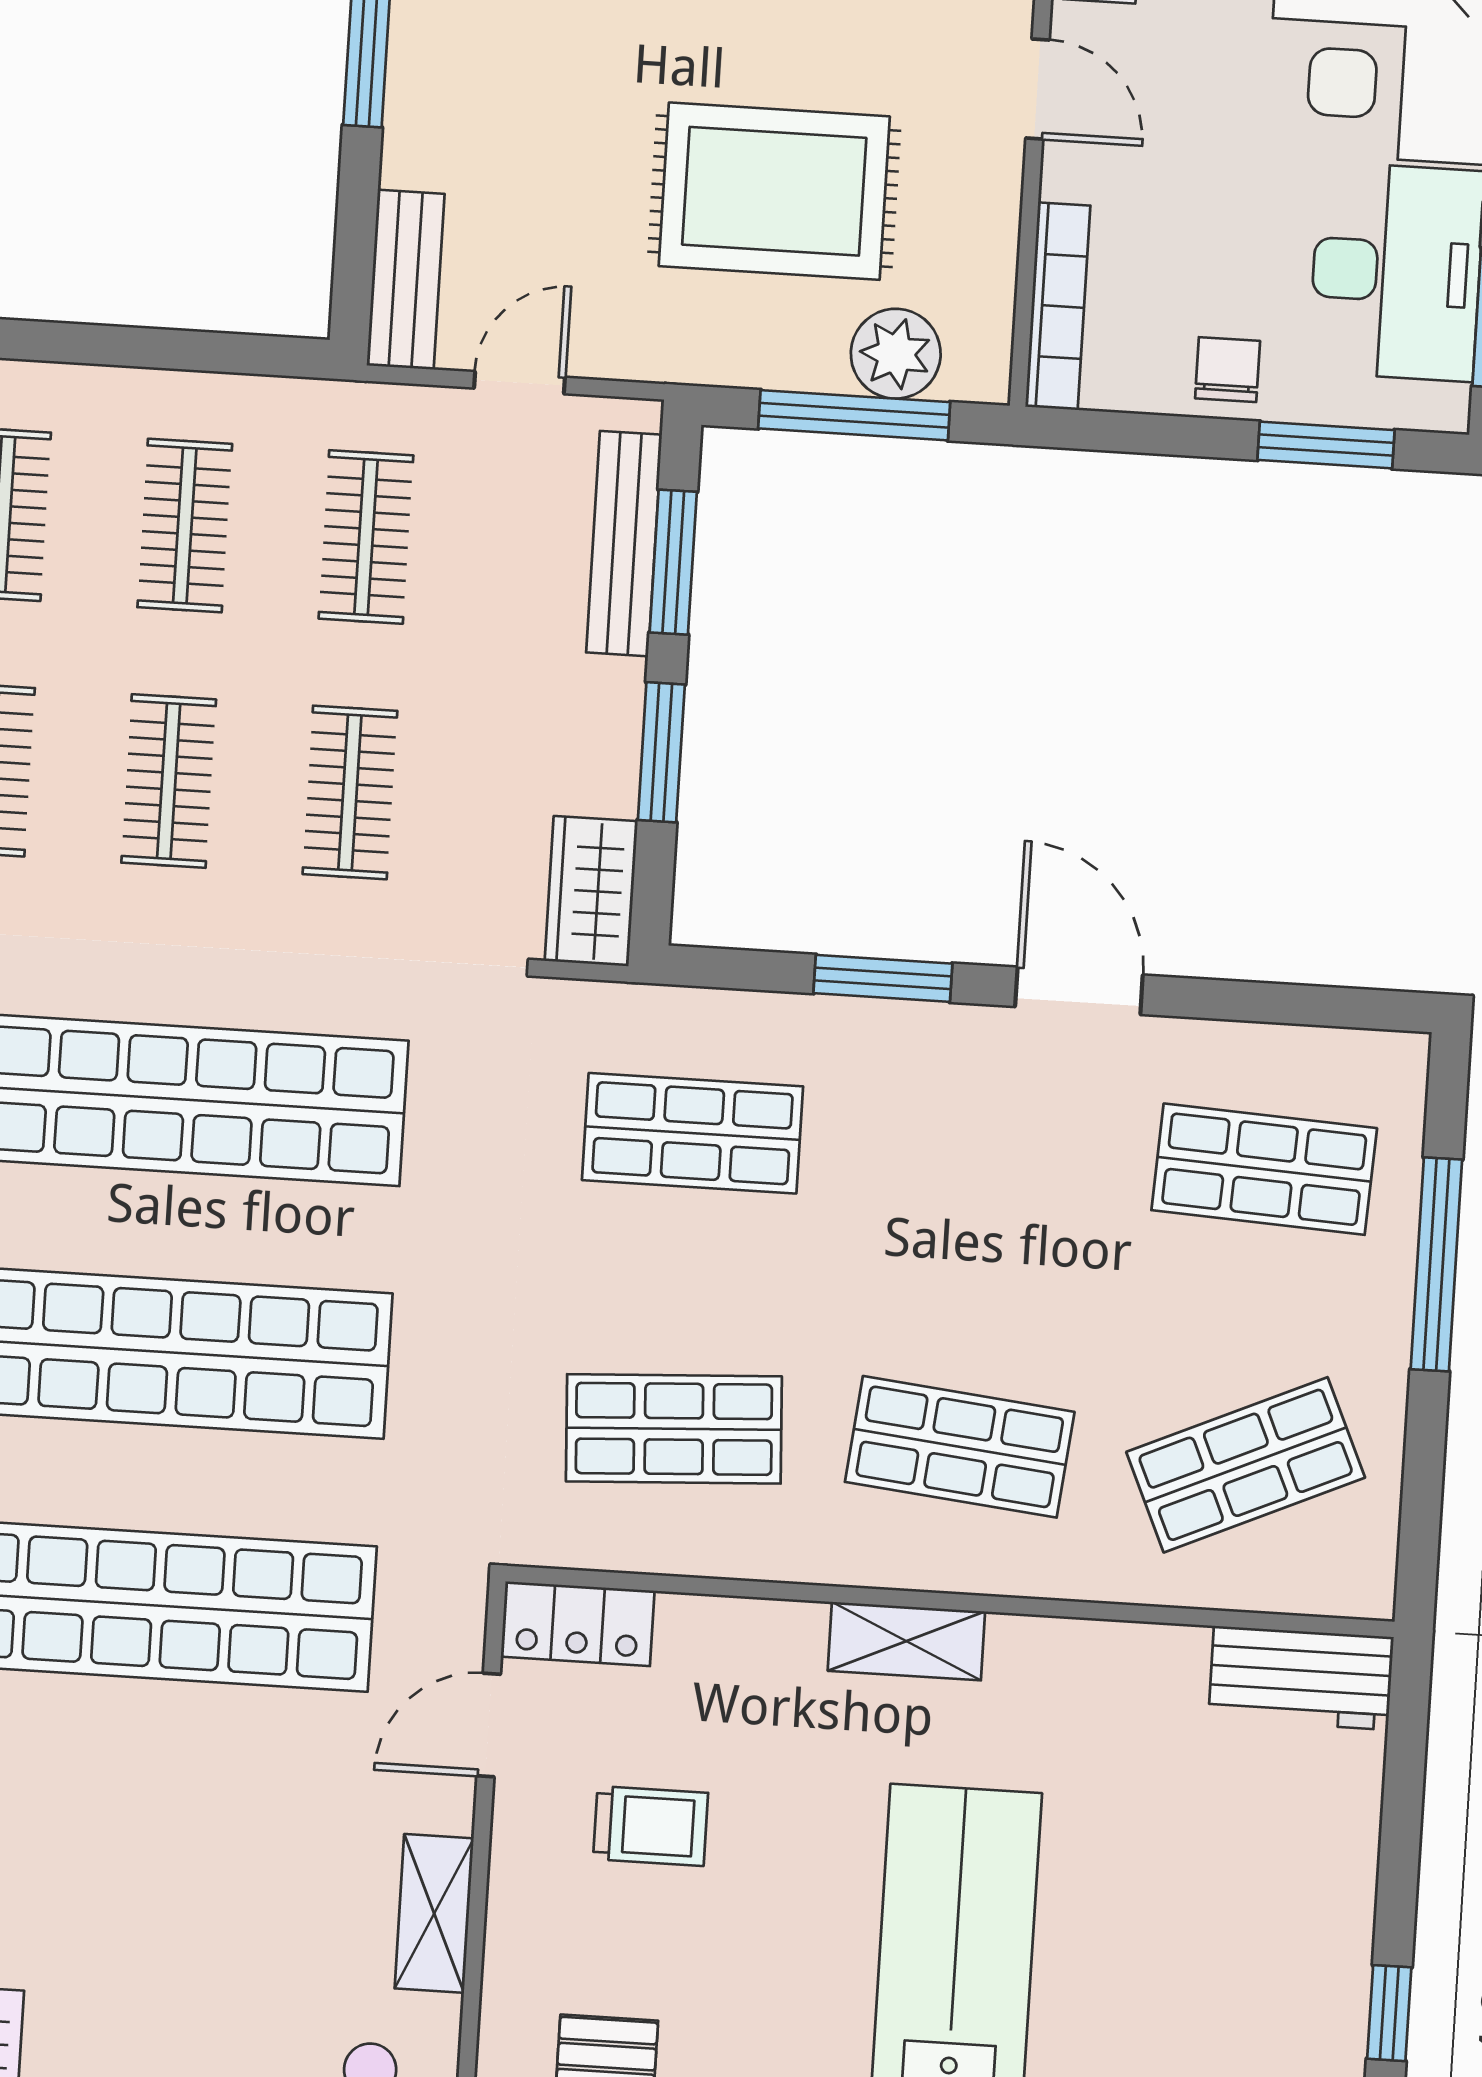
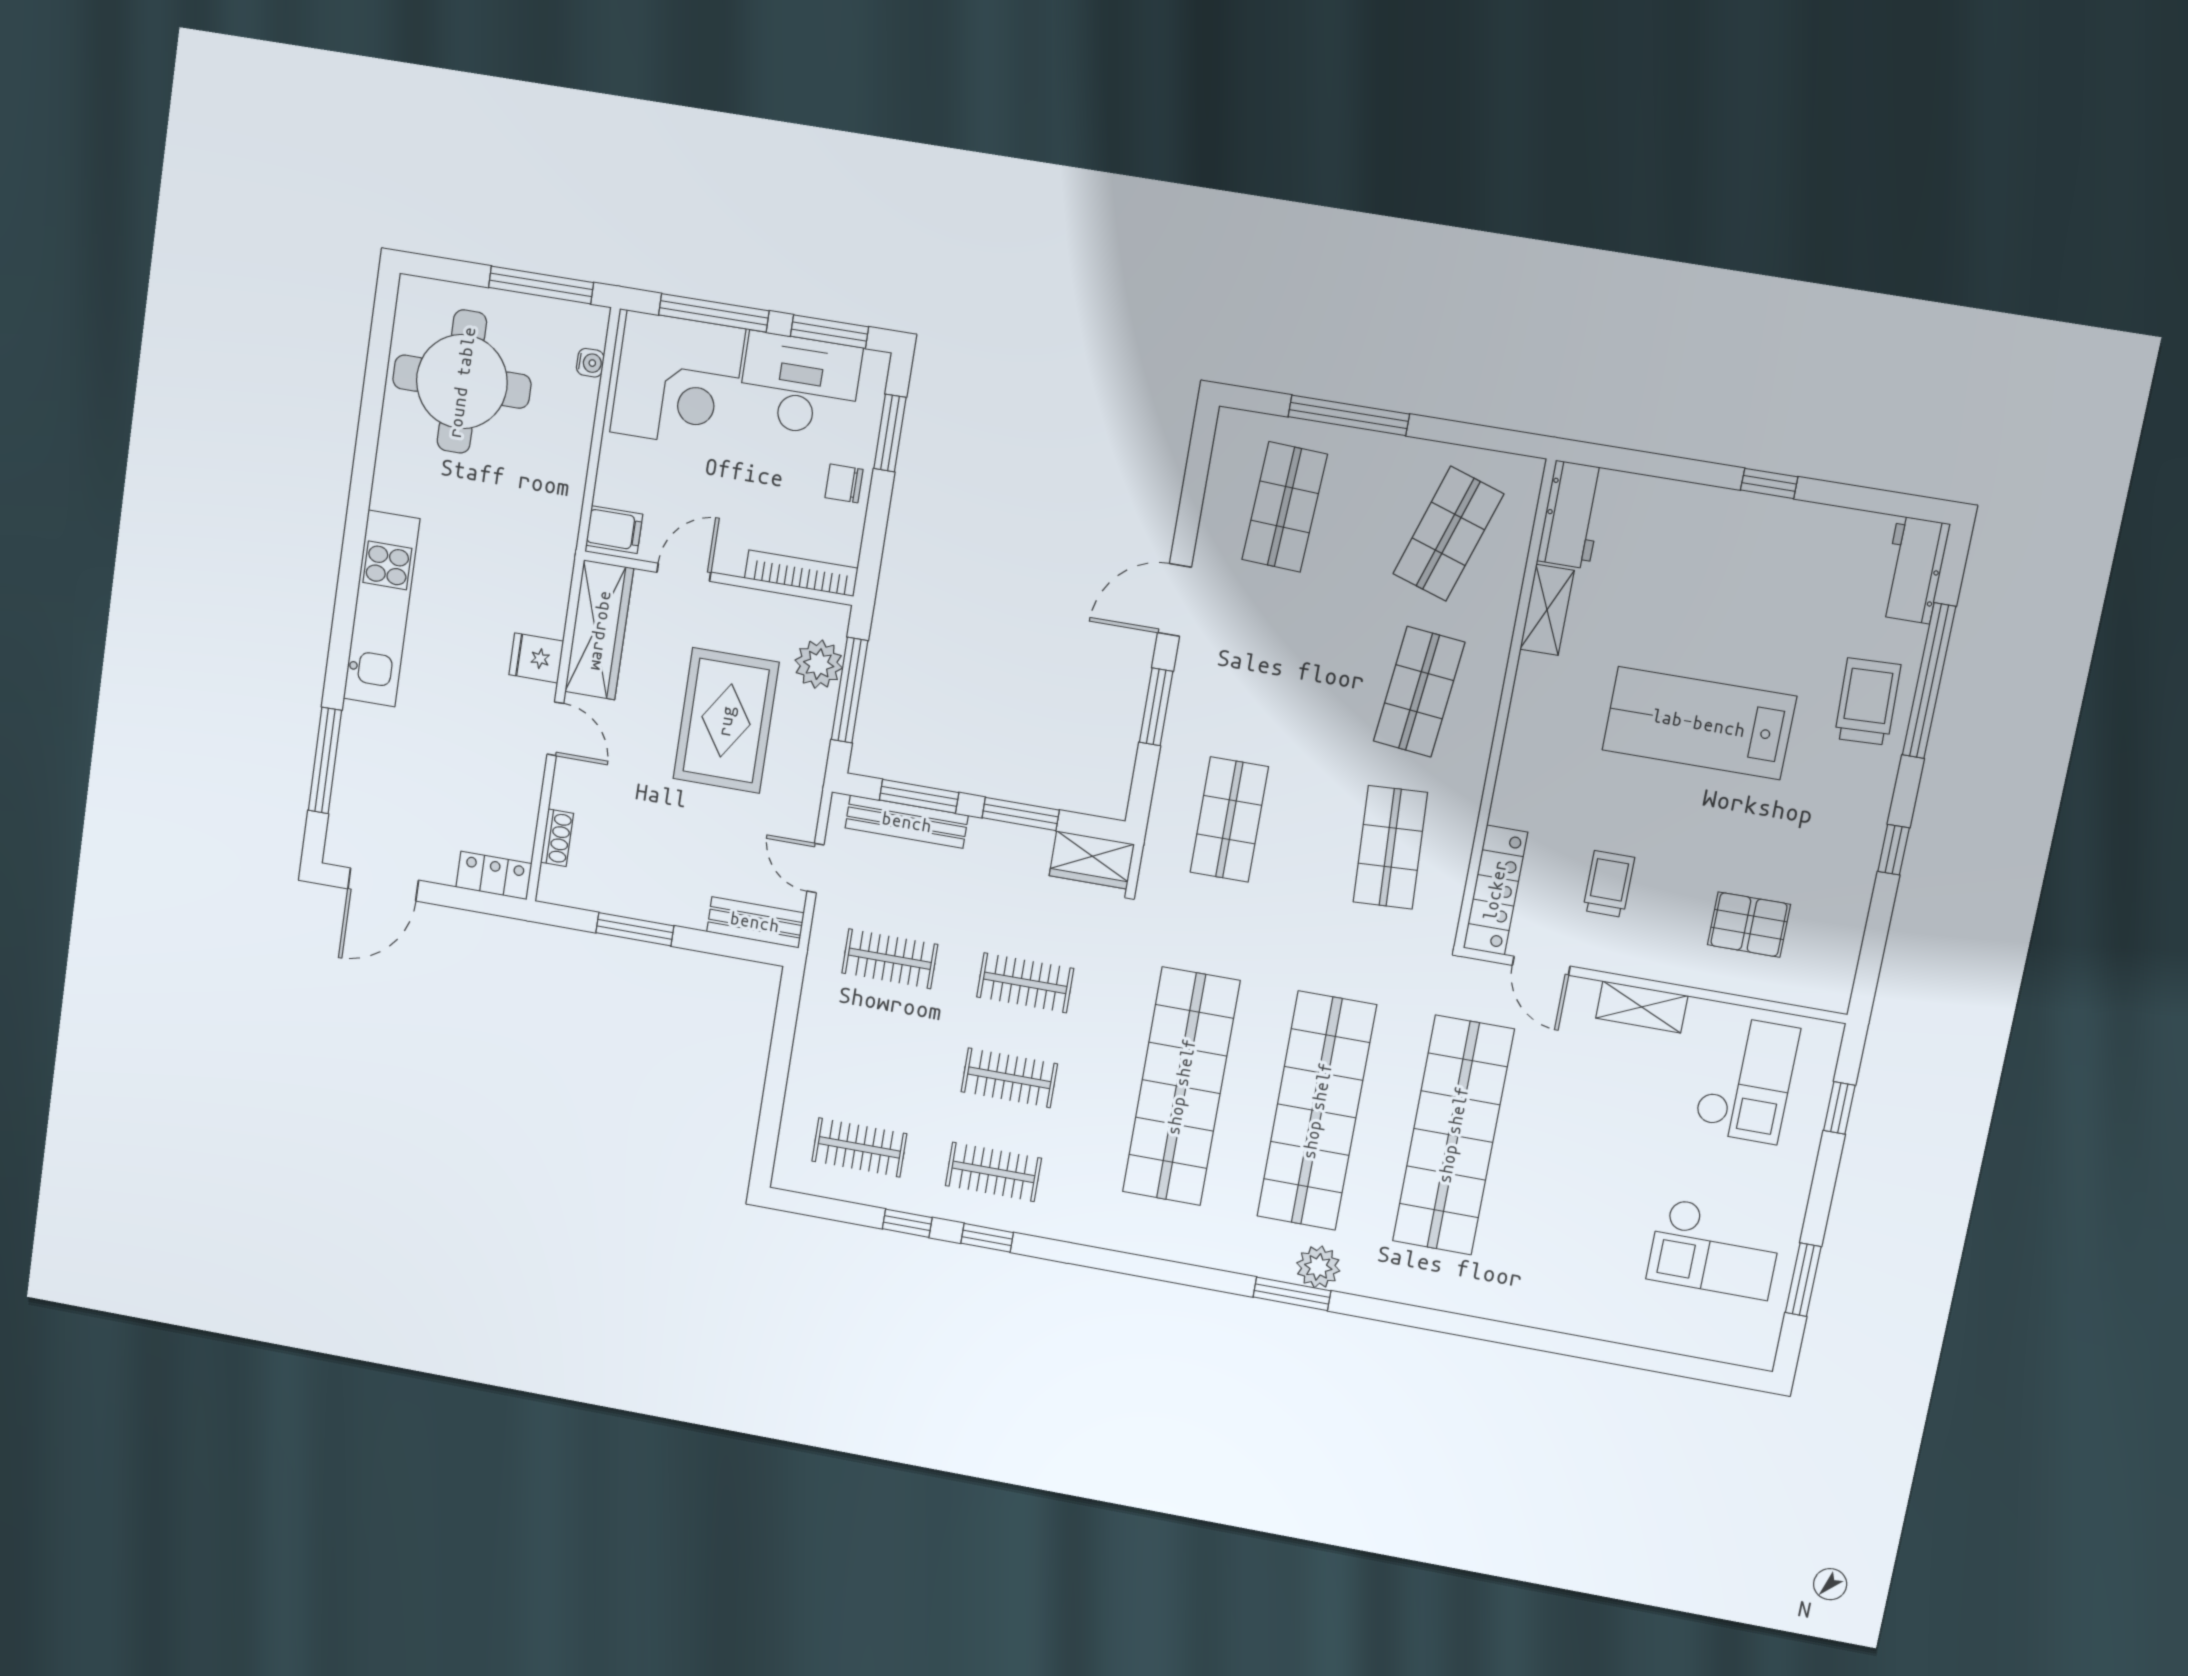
clothes rail: (185, 526) -> (874, 1054), removed
shop shelf: (1246, 1465) -> (1448, 534), turned 42
locker: (578, 1624) -> (1495, 890), width x1.53
shelving: (906, 1641) -> (1547, 610), moved

